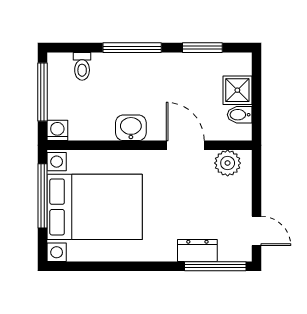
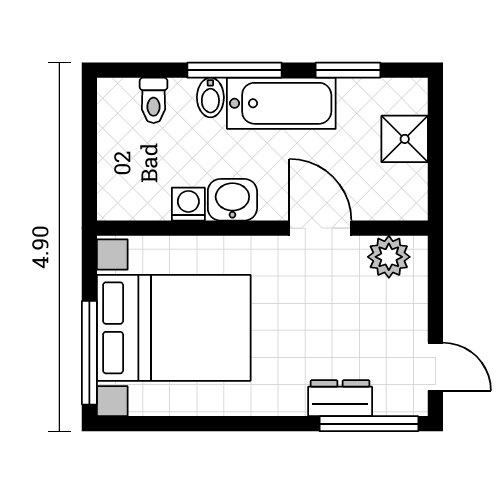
bathtub: (161, 68) -> (281, 103), added
window: (42, 92) -> (89, 142), removed
bidet: (240, 115) -> (210, 97), moved, turned -90
washing machine: (57, 130) -> (188, 204), moved
window: (42, 196) -> (89, 353), moved

